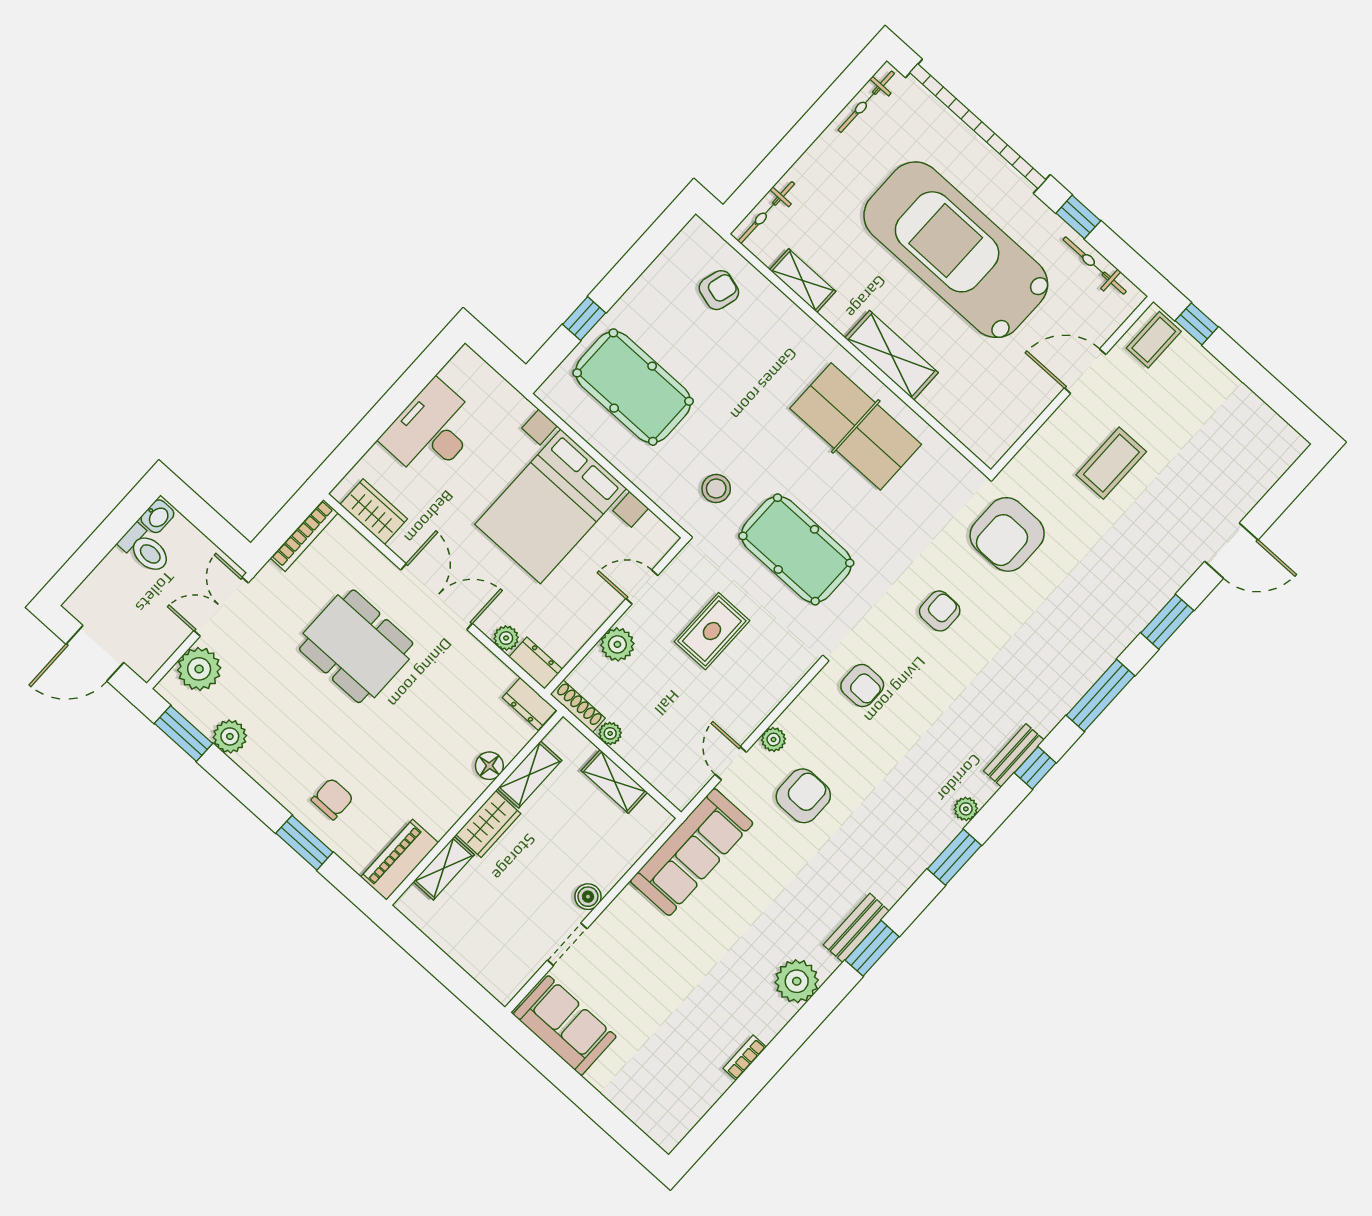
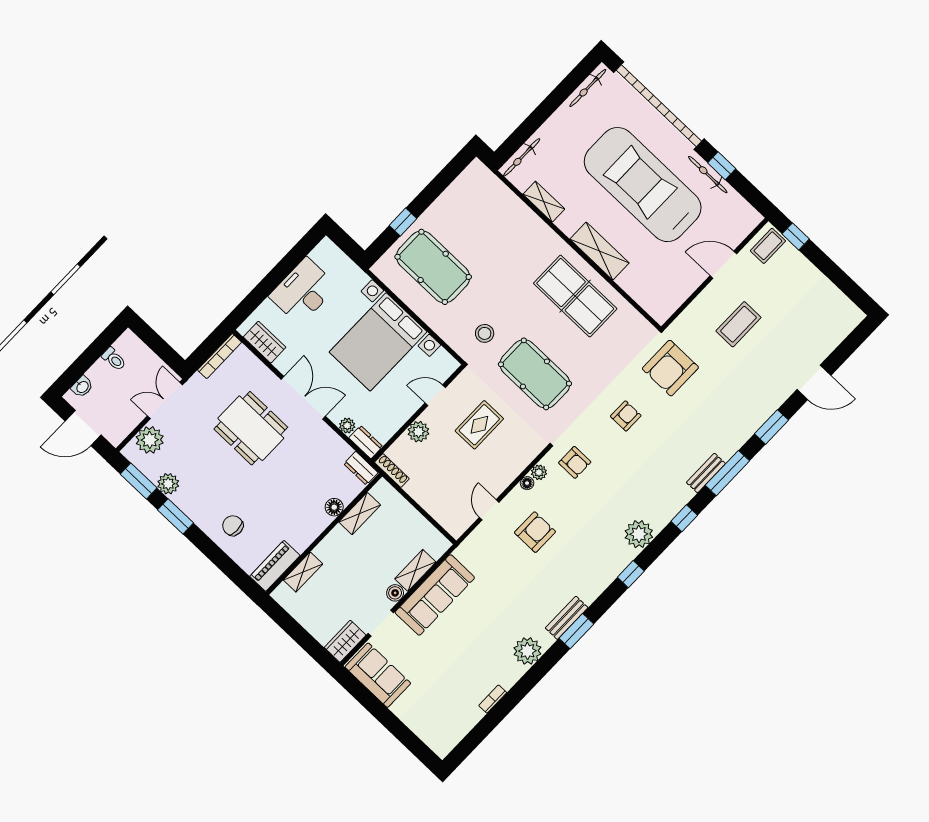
bicycle: (1095, 265) -> (708, 175), moved
armchair: (719, 290) -> (490, 206), removed
washbasin: (157, 516) -> (82, 387), moved
toilet: (145, 549) -> (114, 359), width x0.73, depth x0.72
floor lamp: (789, 720) -> (527, 483), added
plant: (610, 733) -> (412, 489), removed
plant: (773, 740) -> (539, 472), moved
bench: (1014, 755) -> (706, 473), moved
shelving: (614, 781) -> (415, 570), moved, turned 90
chair: (332, 799) -> (233, 526), turned -90
plant: (966, 809) -> (639, 534), width x1.88, depth x1.88
wardrobe: (488, 824) -> (345, 641), moved, turned 180
window: (304, 843) -> (176, 516), moved
sofa: (692, 852) -> (435, 595), moved
window: (954, 857) -> (631, 574), width x0.67

